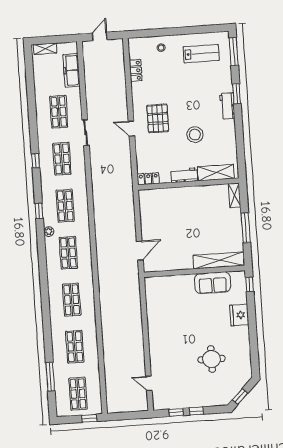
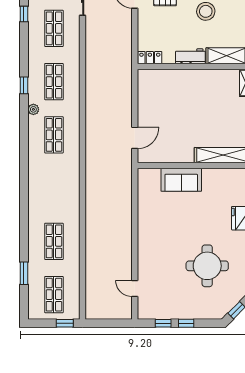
window: (36, 161) -> (24, 14), moved
sofa: (213, 283) -> (181, 180), moved
shop shelf: (72, 300) -> (54, 188), removed
round table: (212, 359) -> (207, 266), width x1.36, depth x1.36
window: (50, 377) -> (24, 273), width x0.69

